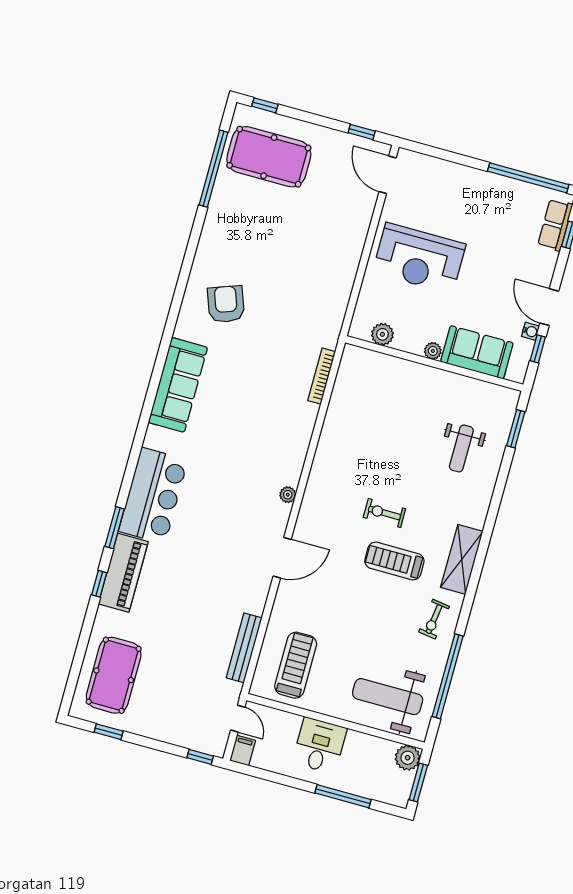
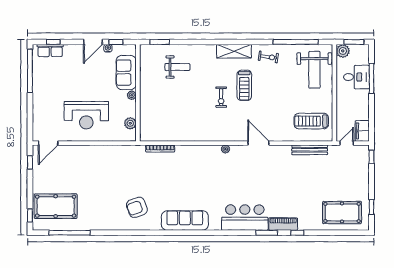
pool table: (269, 157) -> (56, 206), turned 90
reception desk: (419, 258) -> (86, 115), turned 90
piano: (123, 573) -> (283, 224), width x0.73, depth x0.75
desk: (320, 745) -> (356, 77), moved, turned 180
filing cabinet: (243, 750) -> (362, 131), width x2.00

